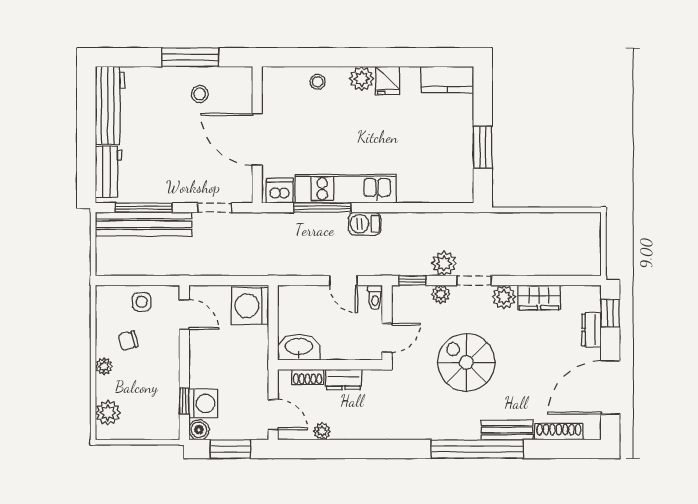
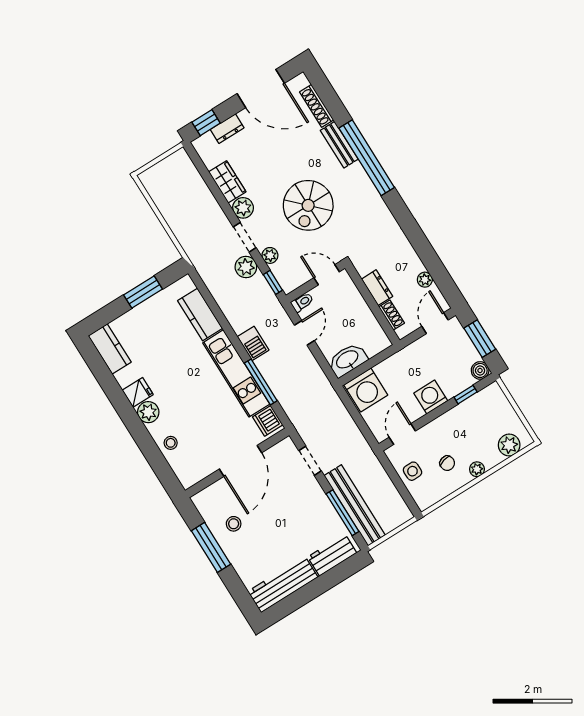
kitchen counter: (426, 189) -> (200, 315), added
washbasin: (299, 347) -> (348, 360), moved, turned 90
washing machine: (203, 403) -> (431, 397), moved

